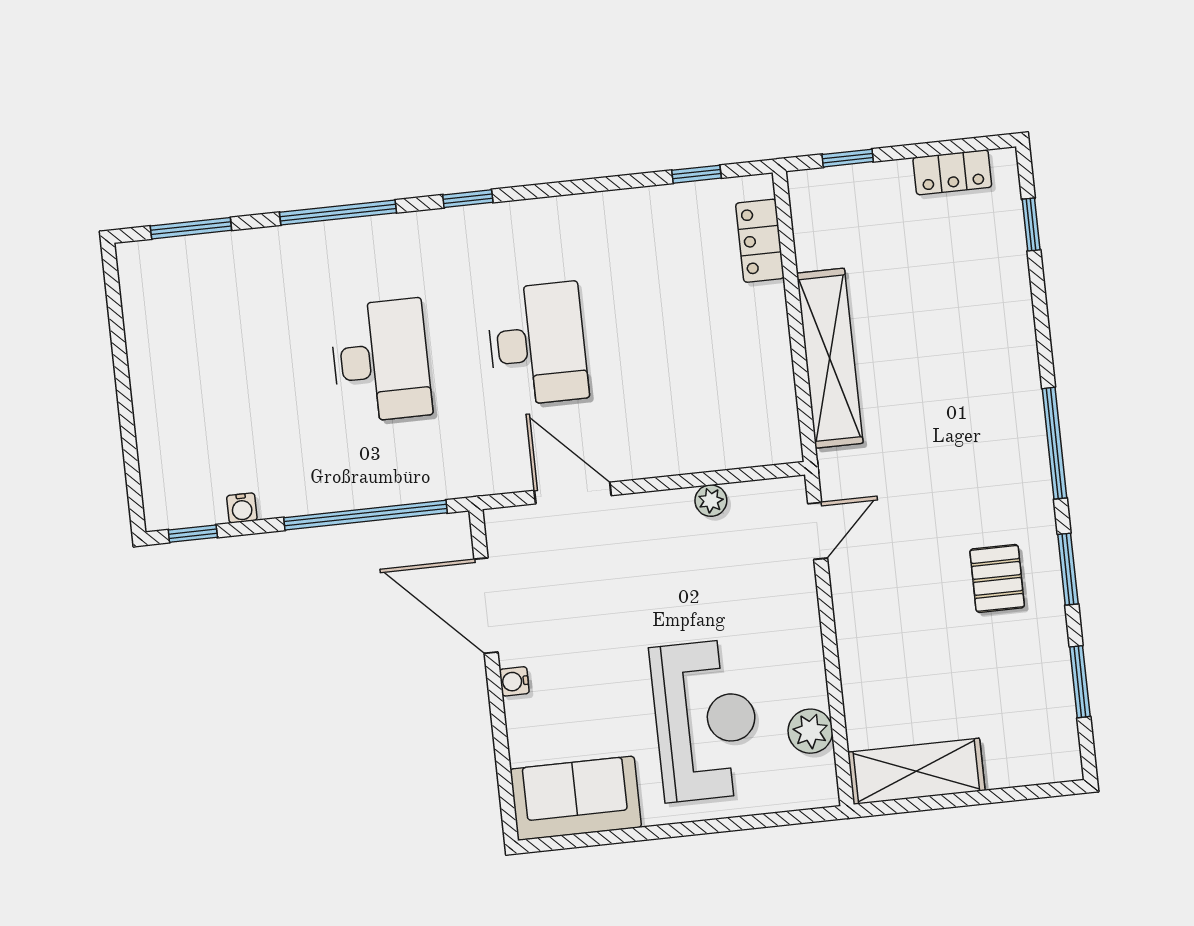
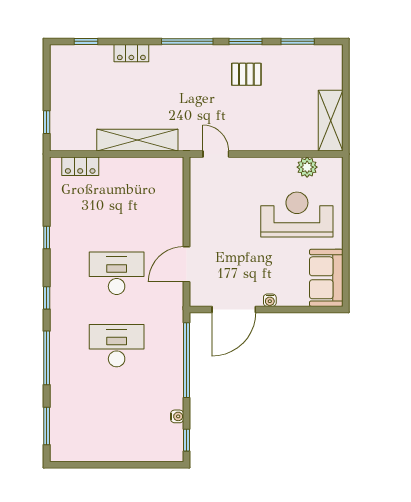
locker: (952, 172) -> (131, 53), moved, turned 90
window: (697, 174) -> (47, 237), moved
plant: (711, 501) -> (197, 201), removed

